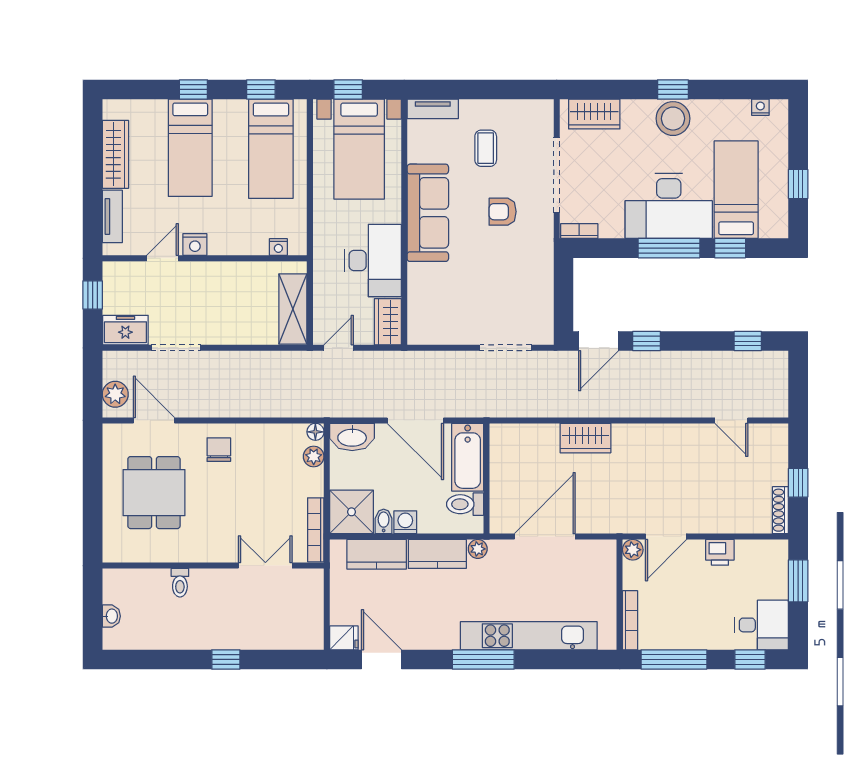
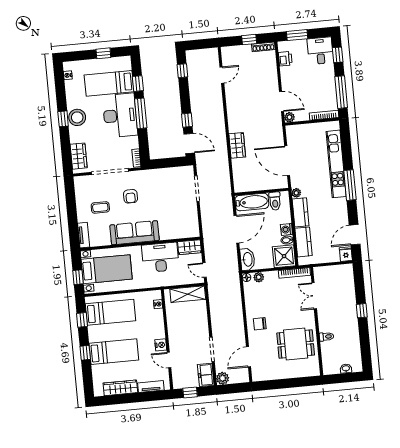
plant: (115, 394) -> (223, 378), moved
dining table: (154, 493) -> (296, 344), moved
printer: (720, 552) -> (285, 59), moved

